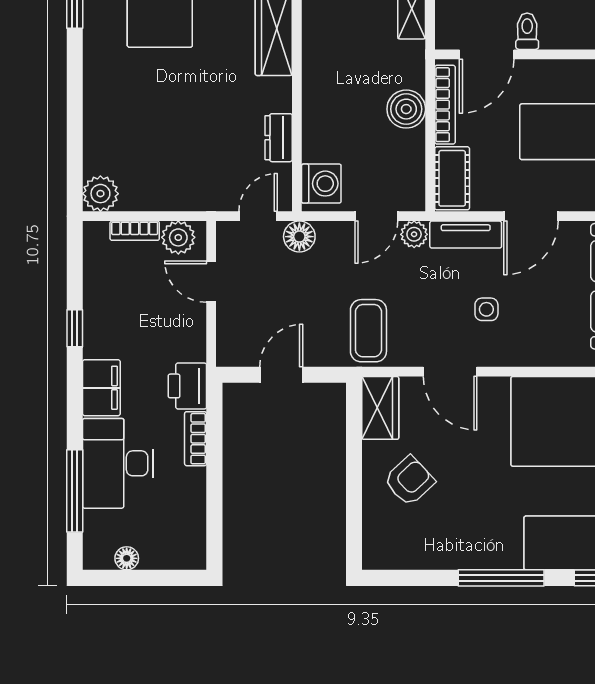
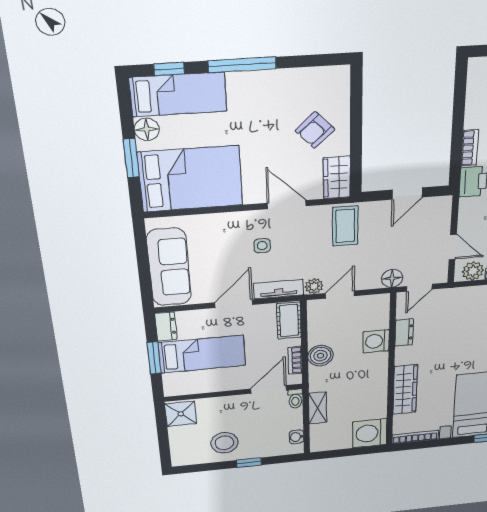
toilet: (527, 31) -> (295, 399), moved
bookcase: (445, 105) -> (295, 360), width x0.64
washing machine: (321, 184) -> (376, 341), moved

